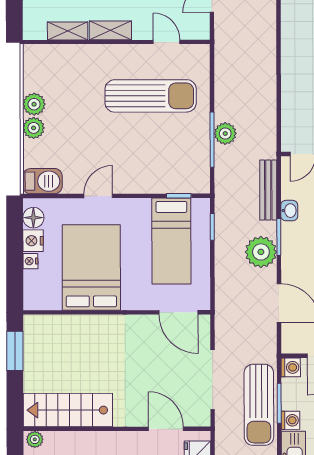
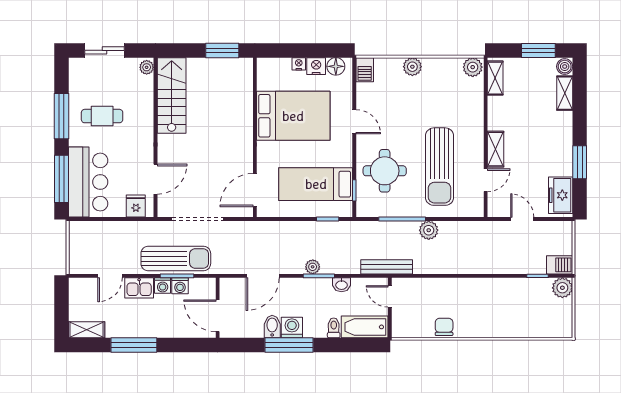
shelving: (110, 30) -> (495, 149), moved
shelving: (68, 31) -> (495, 78), moved
plant: (34, 104) -> (473, 67), moved
plant: (225, 133) -> (429, 230), moved
round table: (156, 160) -> (385, 171), added
barbecue: (42, 181) -> (365, 70), width x0.73, depth x0.79
bench: (268, 190) -> (387, 267), moved
plant: (261, 252) -> (313, 267), width x0.53, depth x0.53
washing machine: (291, 367) -> (180, 286), moved
sun lounger: (259, 405) -> (176, 259), turned 180

